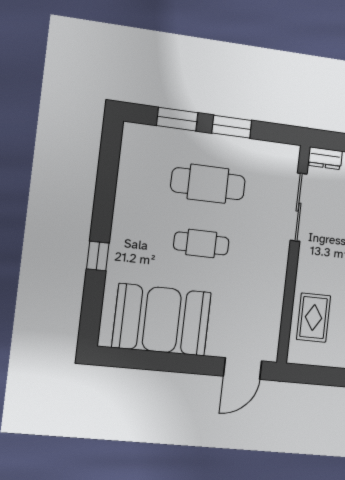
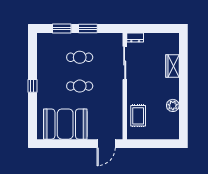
cafe table: (208, 184) -> (80, 57), width x0.73, depth x0.74
window: (98, 256) -> (32, 86), moved

